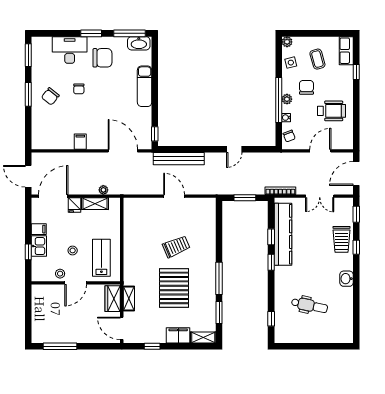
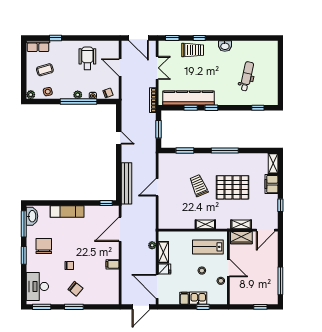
desk: (70, 50) -> (37, 286), moved
chair: (306, 87) -> (68, 79), removed
shelving: (129, 255) -> (205, 224), added
window: (219, 313) -> (185, 150), moved
window: (28, 322) -> (260, 307), added

